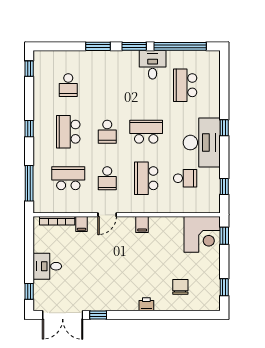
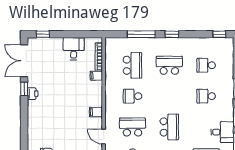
school desk: (107, 132) -> (206, 96), moved
window: (29, 183) -> (141, 34), moved
door: (107, 215) -> (104, 137), moved
filing cabinet: (142, 224) -> (96, 112), moved
desk: (47, 266) -> (74, 49), moved
printer: (146, 304) -> (33, 94), moved

